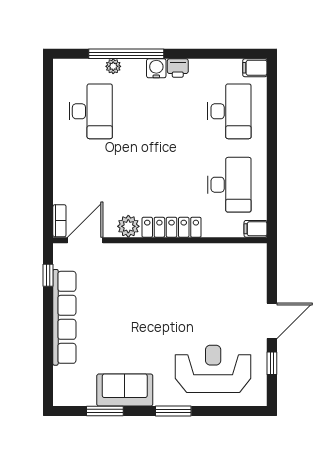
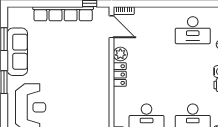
locker: (172, 227) -> (120, 75), width x0.66
sofa: (125, 390) -> (17, 52), width x1.36

